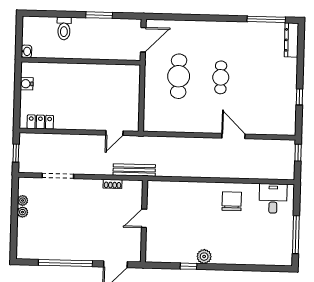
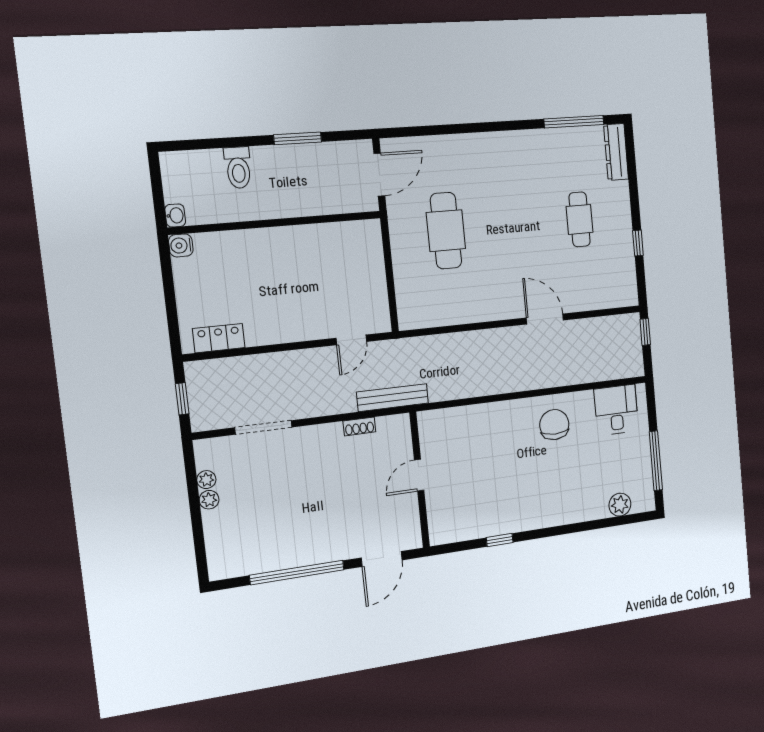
cafe table: (221, 77) -> (580, 219), moved
water cooler: (27, 84) -> (181, 245), moved
plant: (204, 257) -> (620, 505), moved

